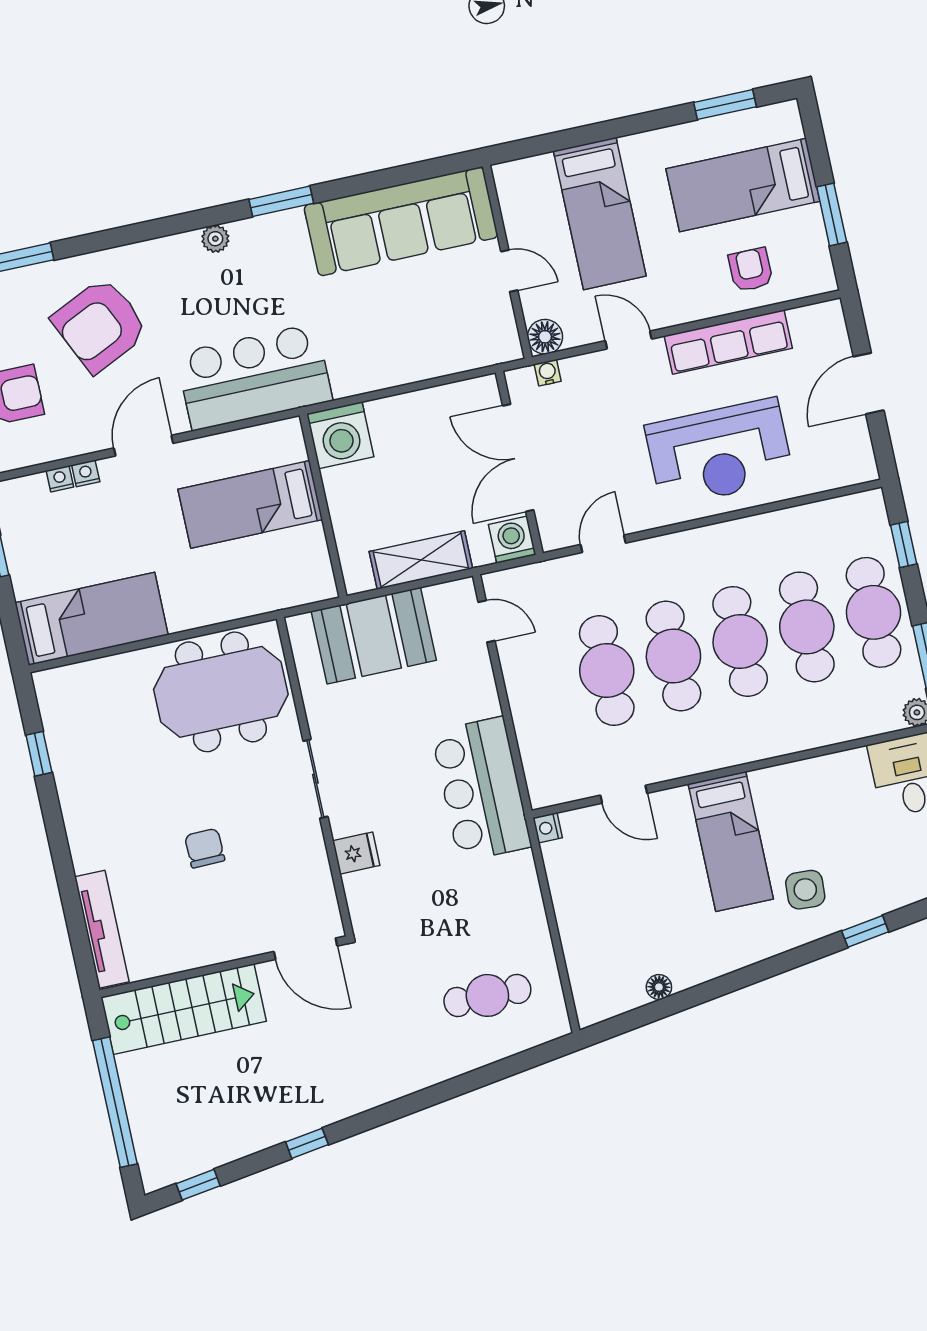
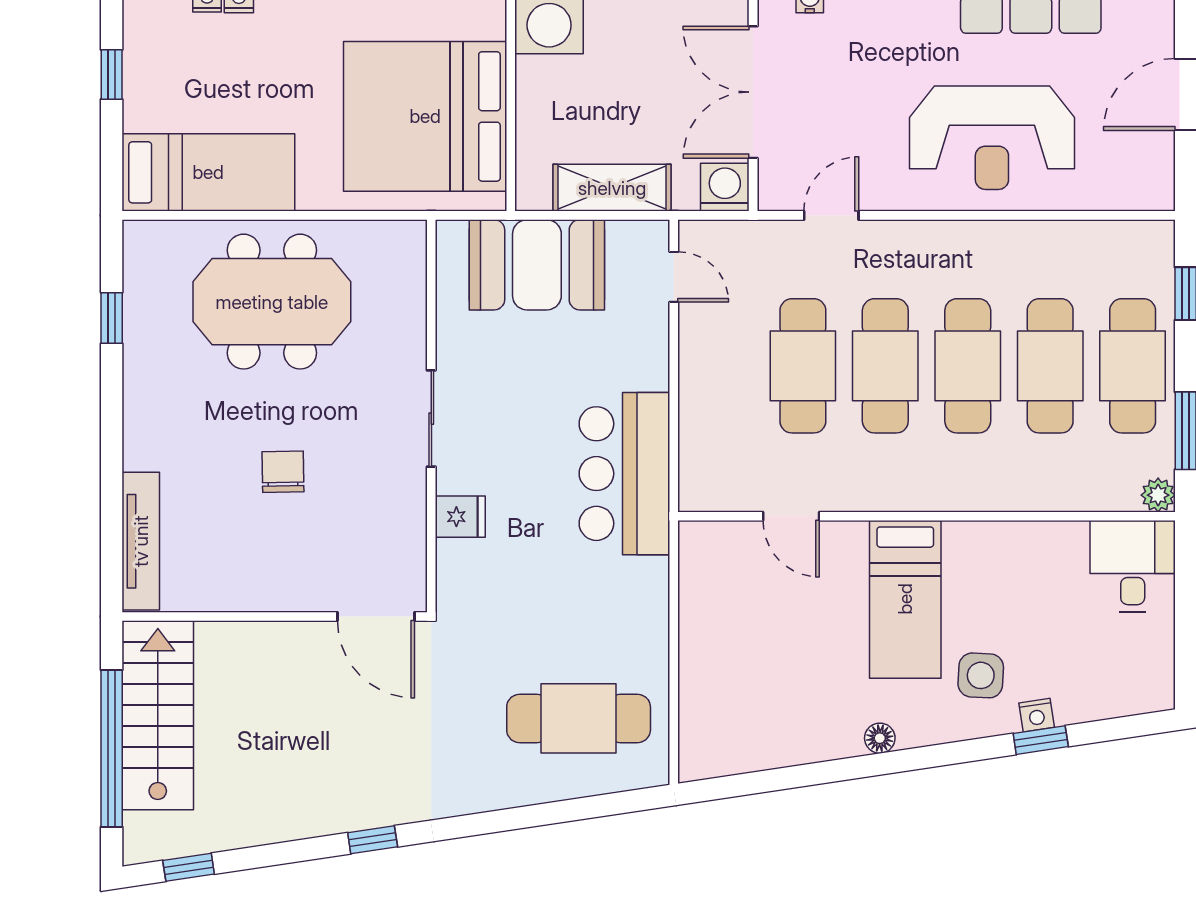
bed: (250, 504) -> (425, 116), width x2.04
meeting table: (221, 692) -> (272, 302), moved
nightstand: (548, 828) -> (1037, 715), moved, turned -98
floor lamp: (659, 987) -> (880, 738), moved
cafe table: (487, 995) -> (579, 718), width x1.37, depth x1.35
stairs: (184, 1009) -> (158, 715), moved, turned -90
window: (307, 1143) -> (373, 840), moved

